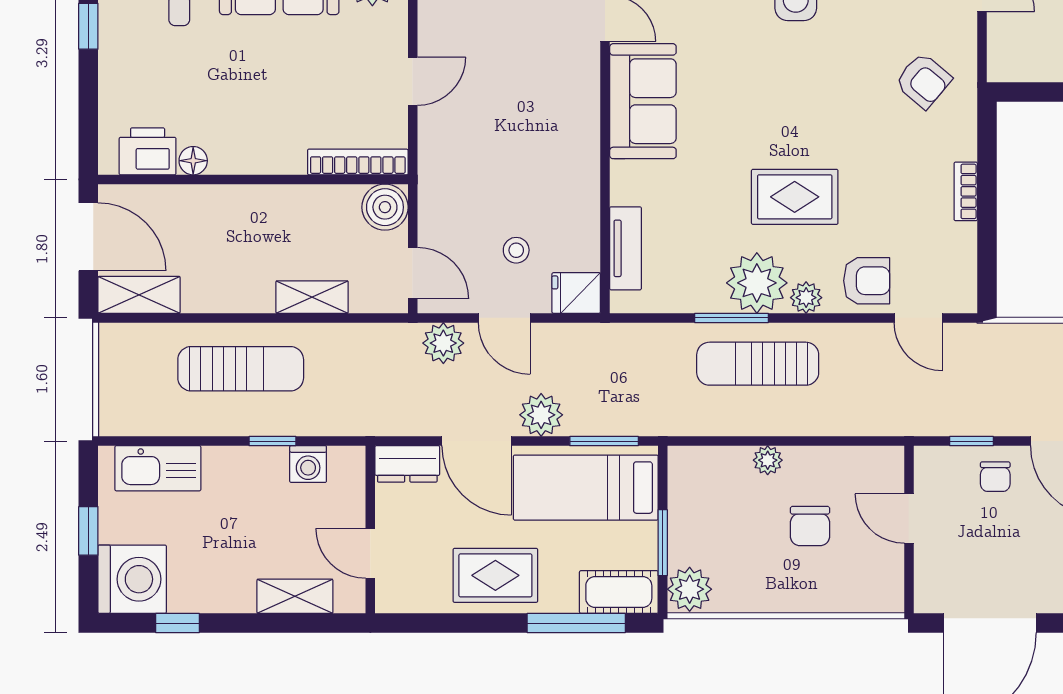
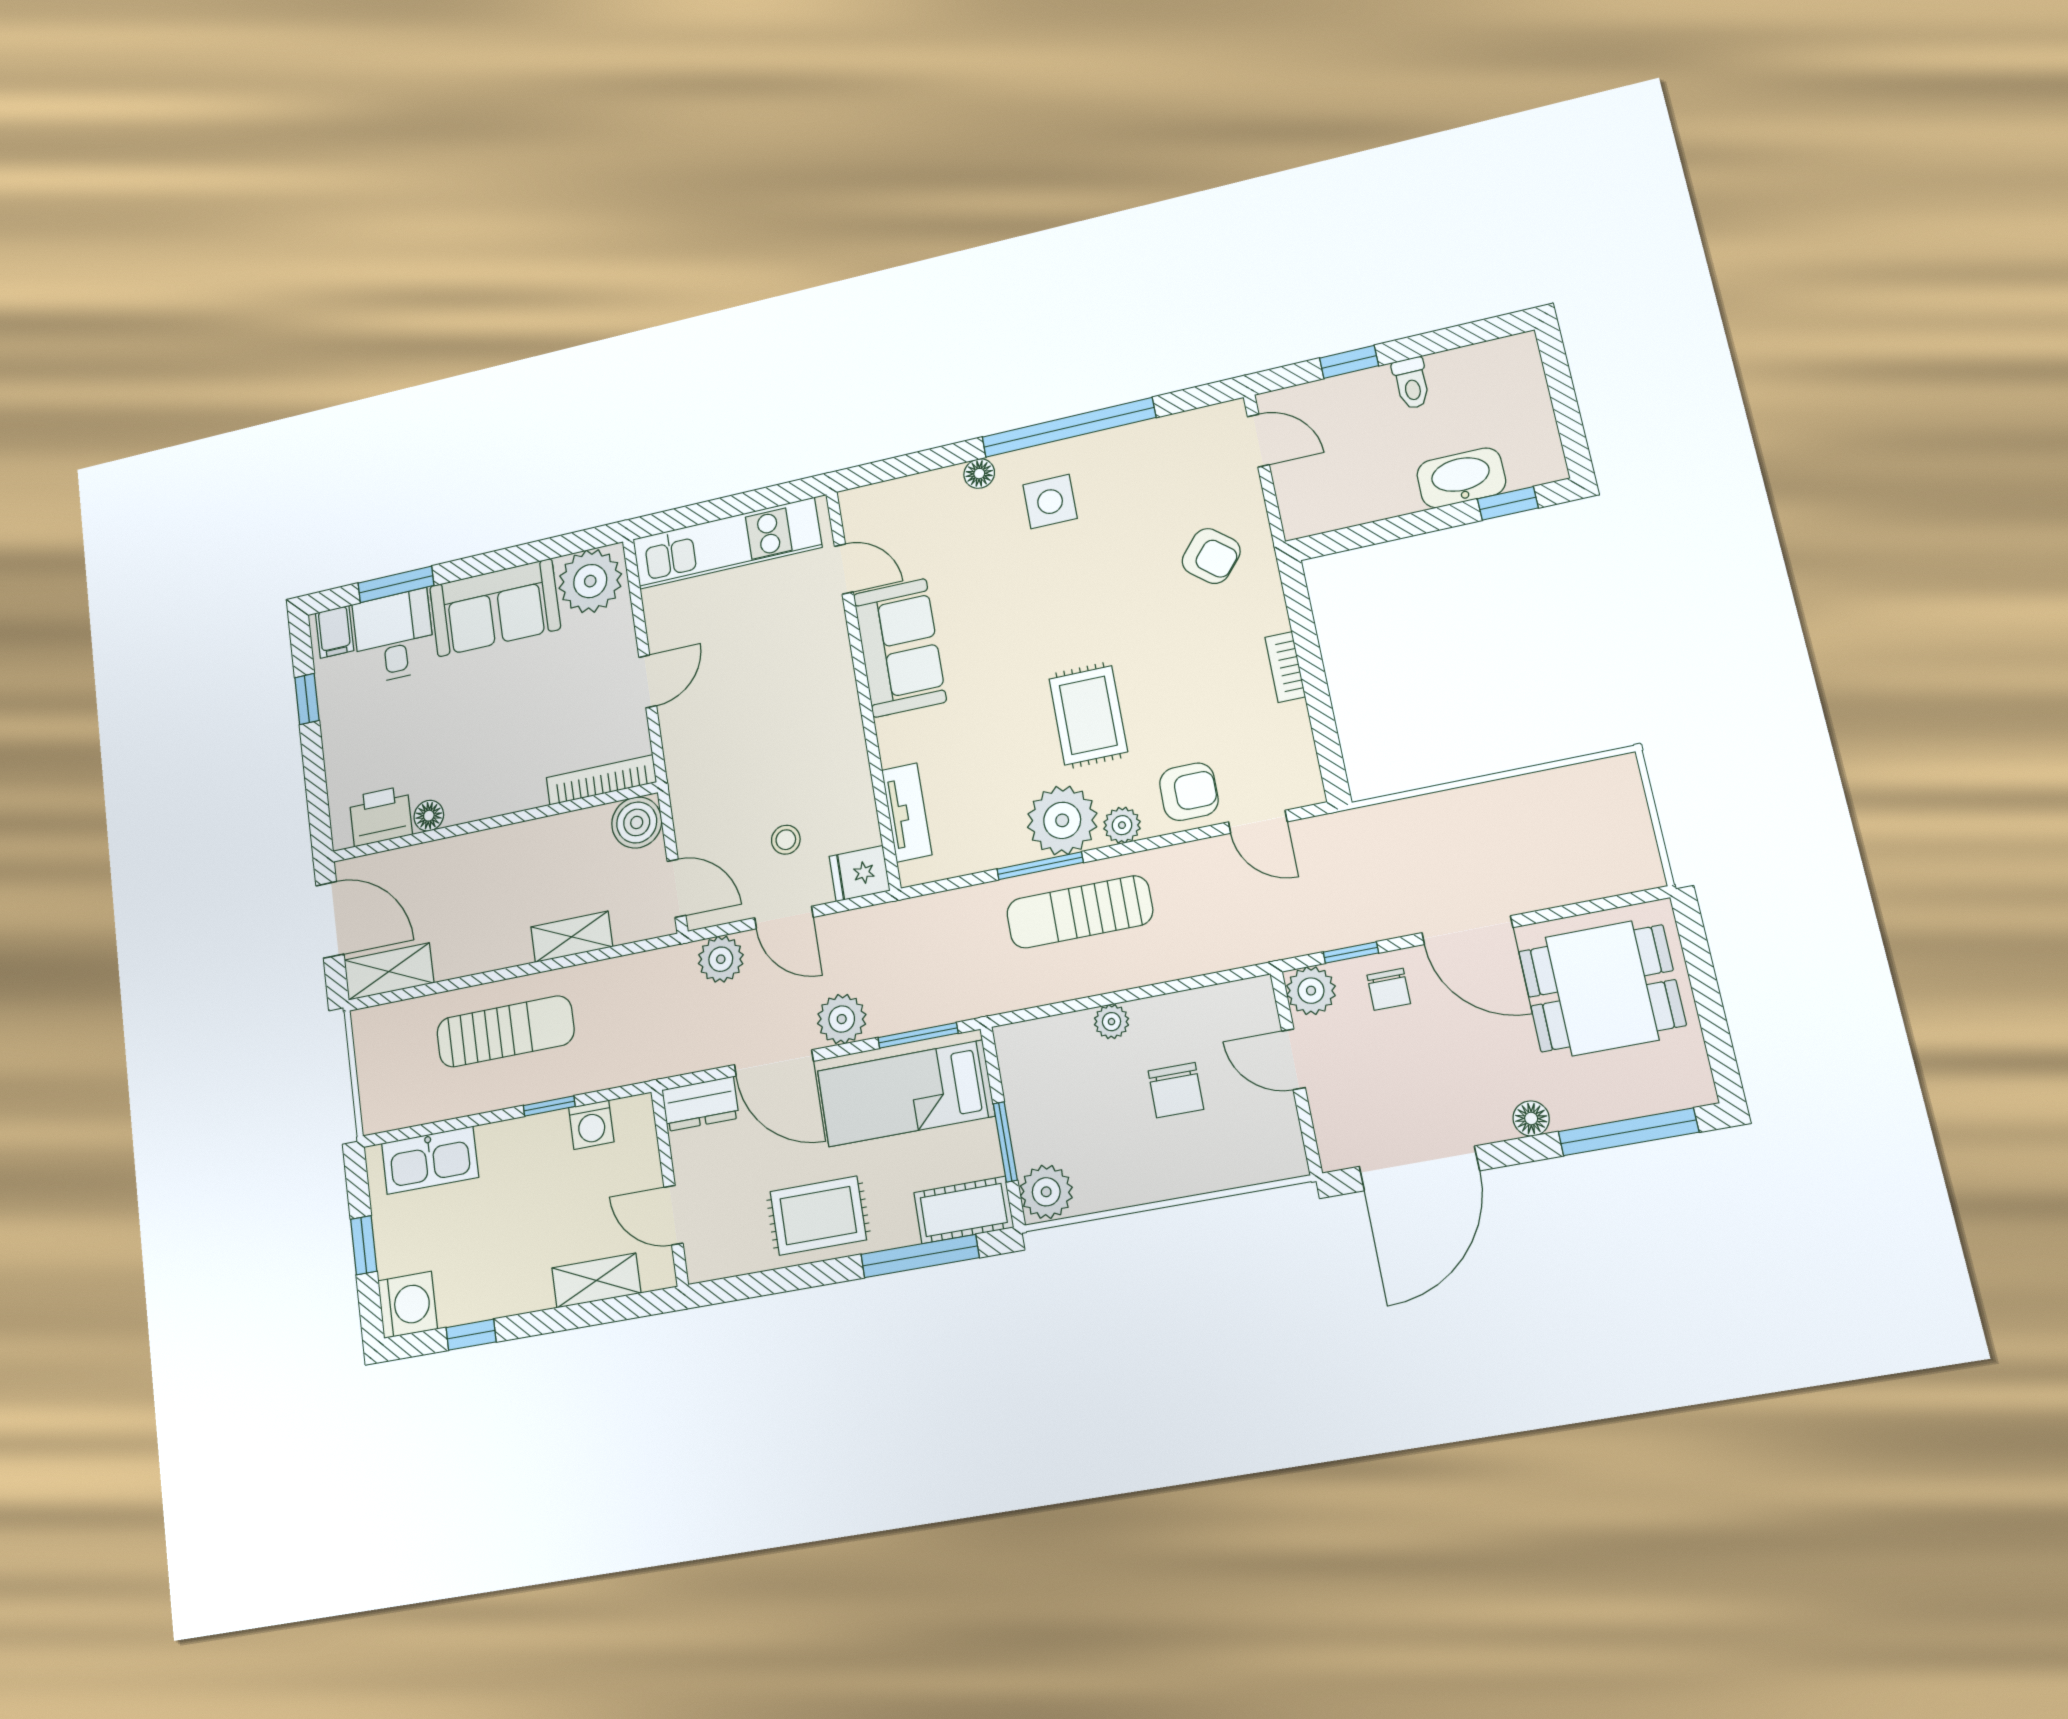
rug: (795, 197) -> (1088, 715), turned 90
plant: (934, 466) -> (1311, 991), added
washing machine: (132, 579) -> (408, 1305), width x0.73, depth x0.73

